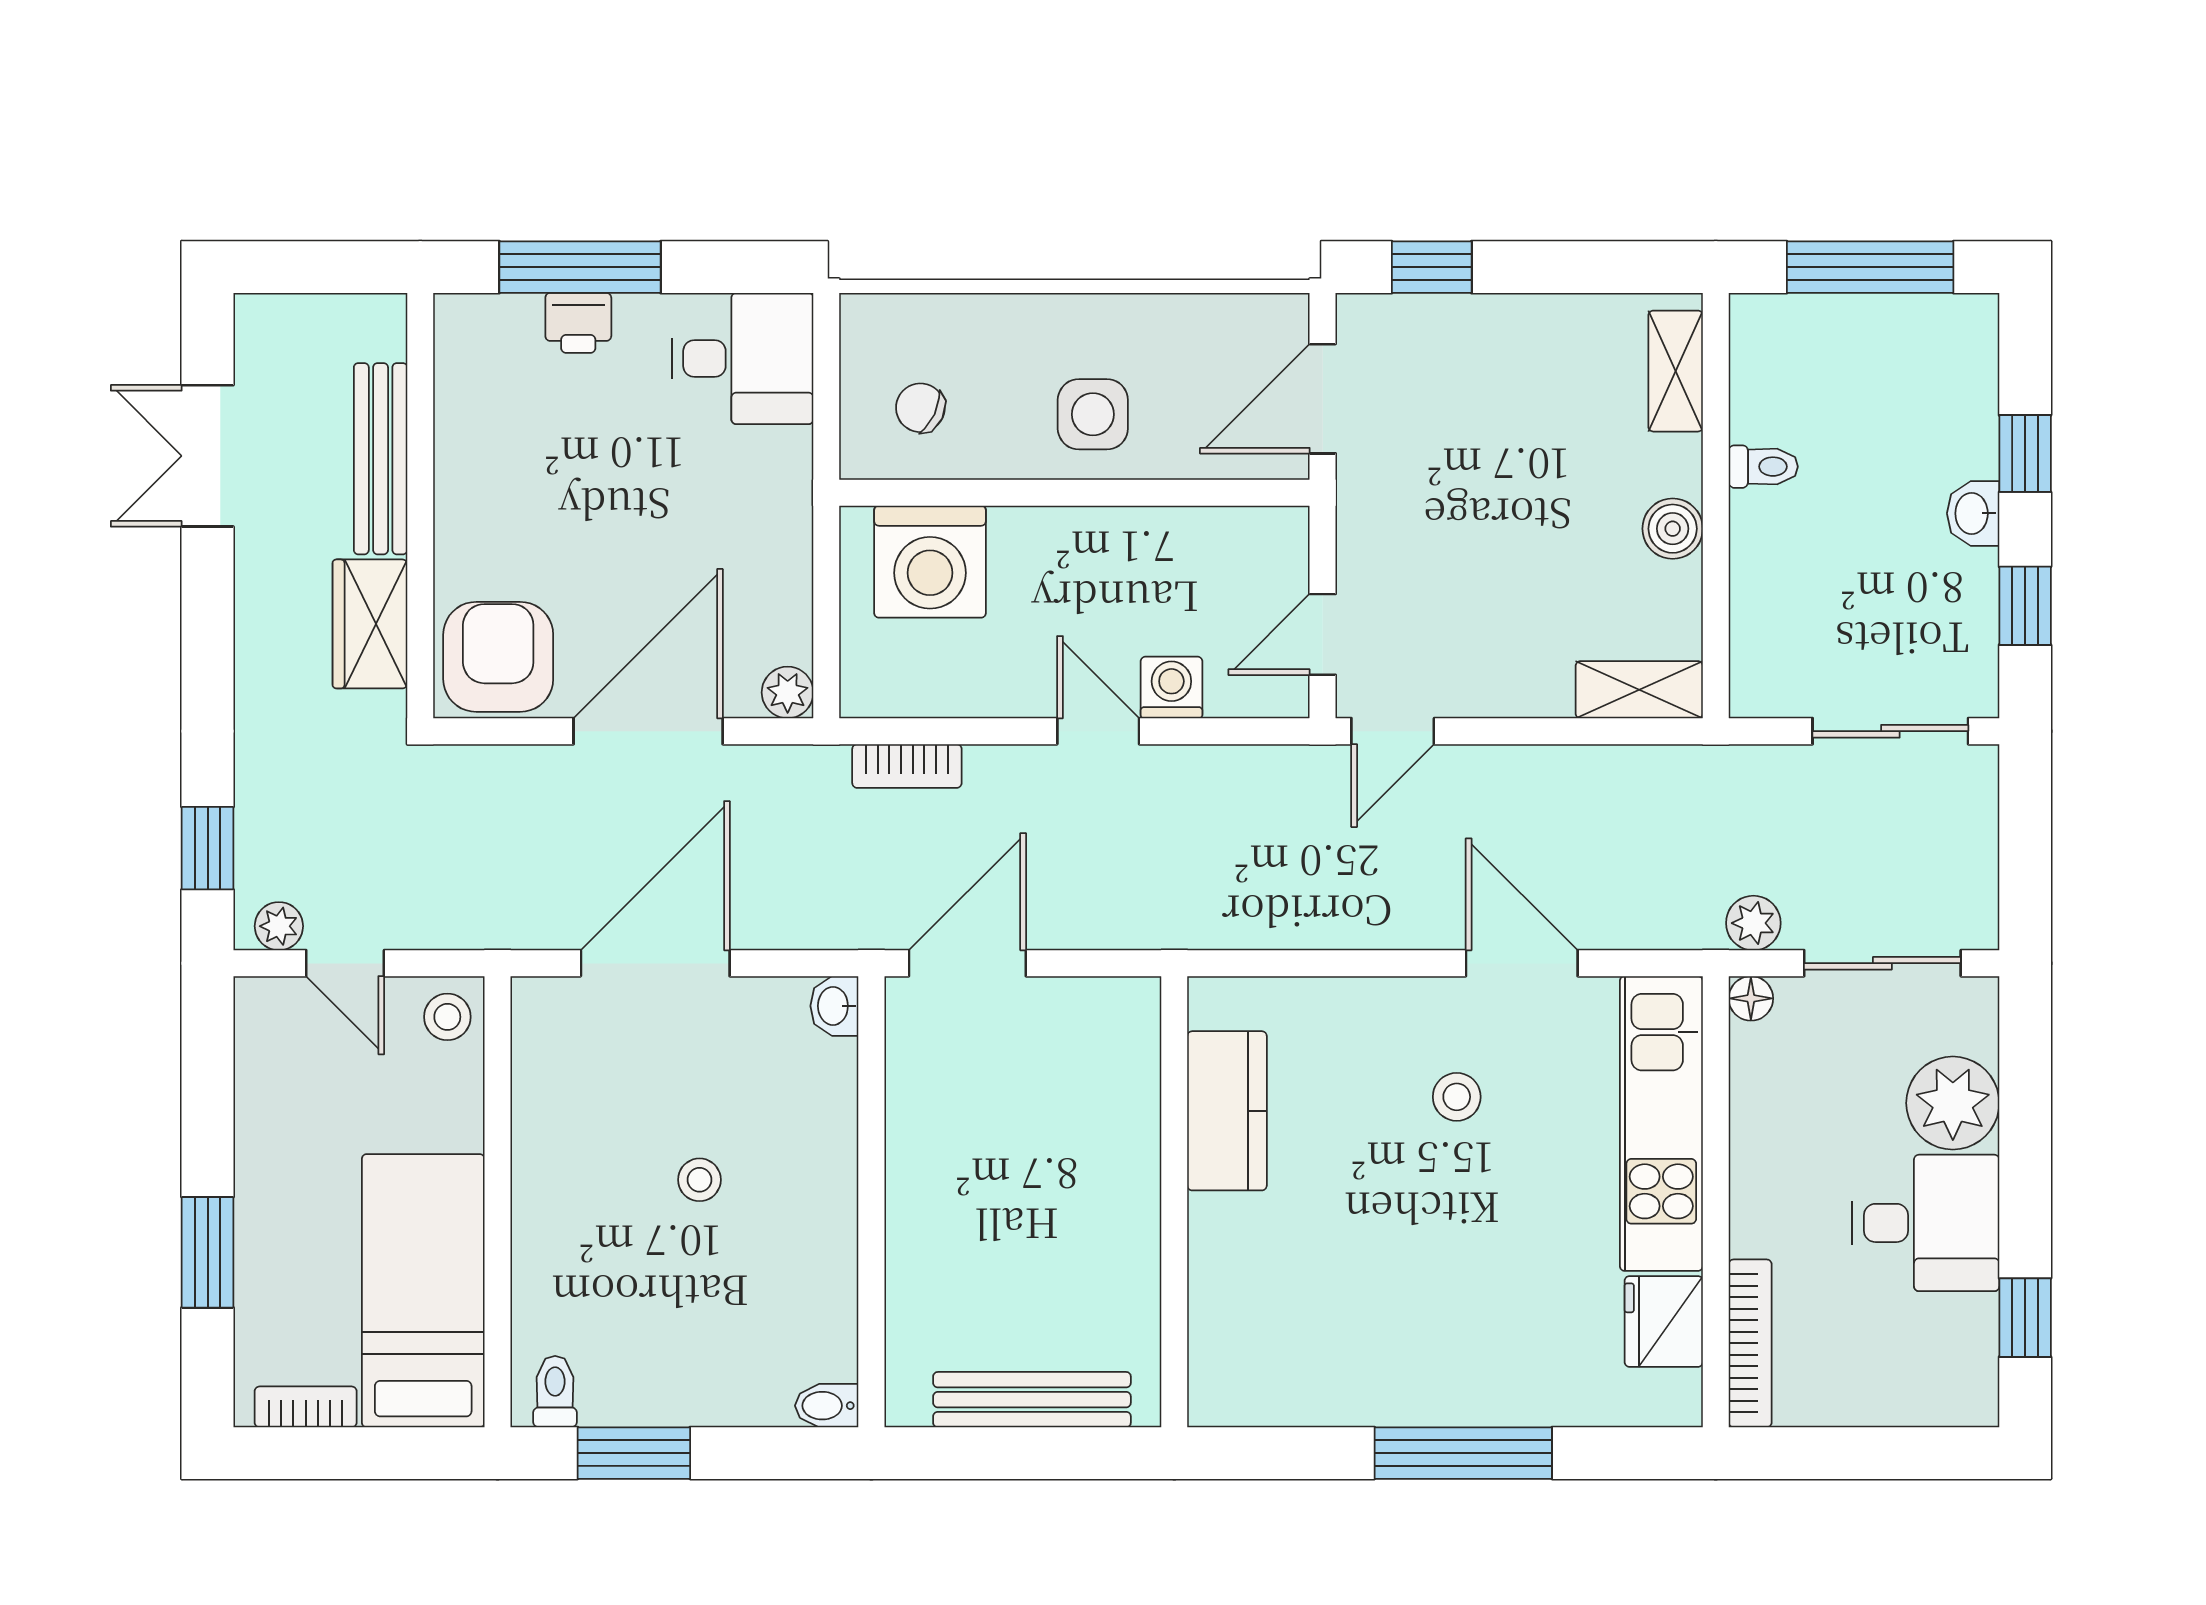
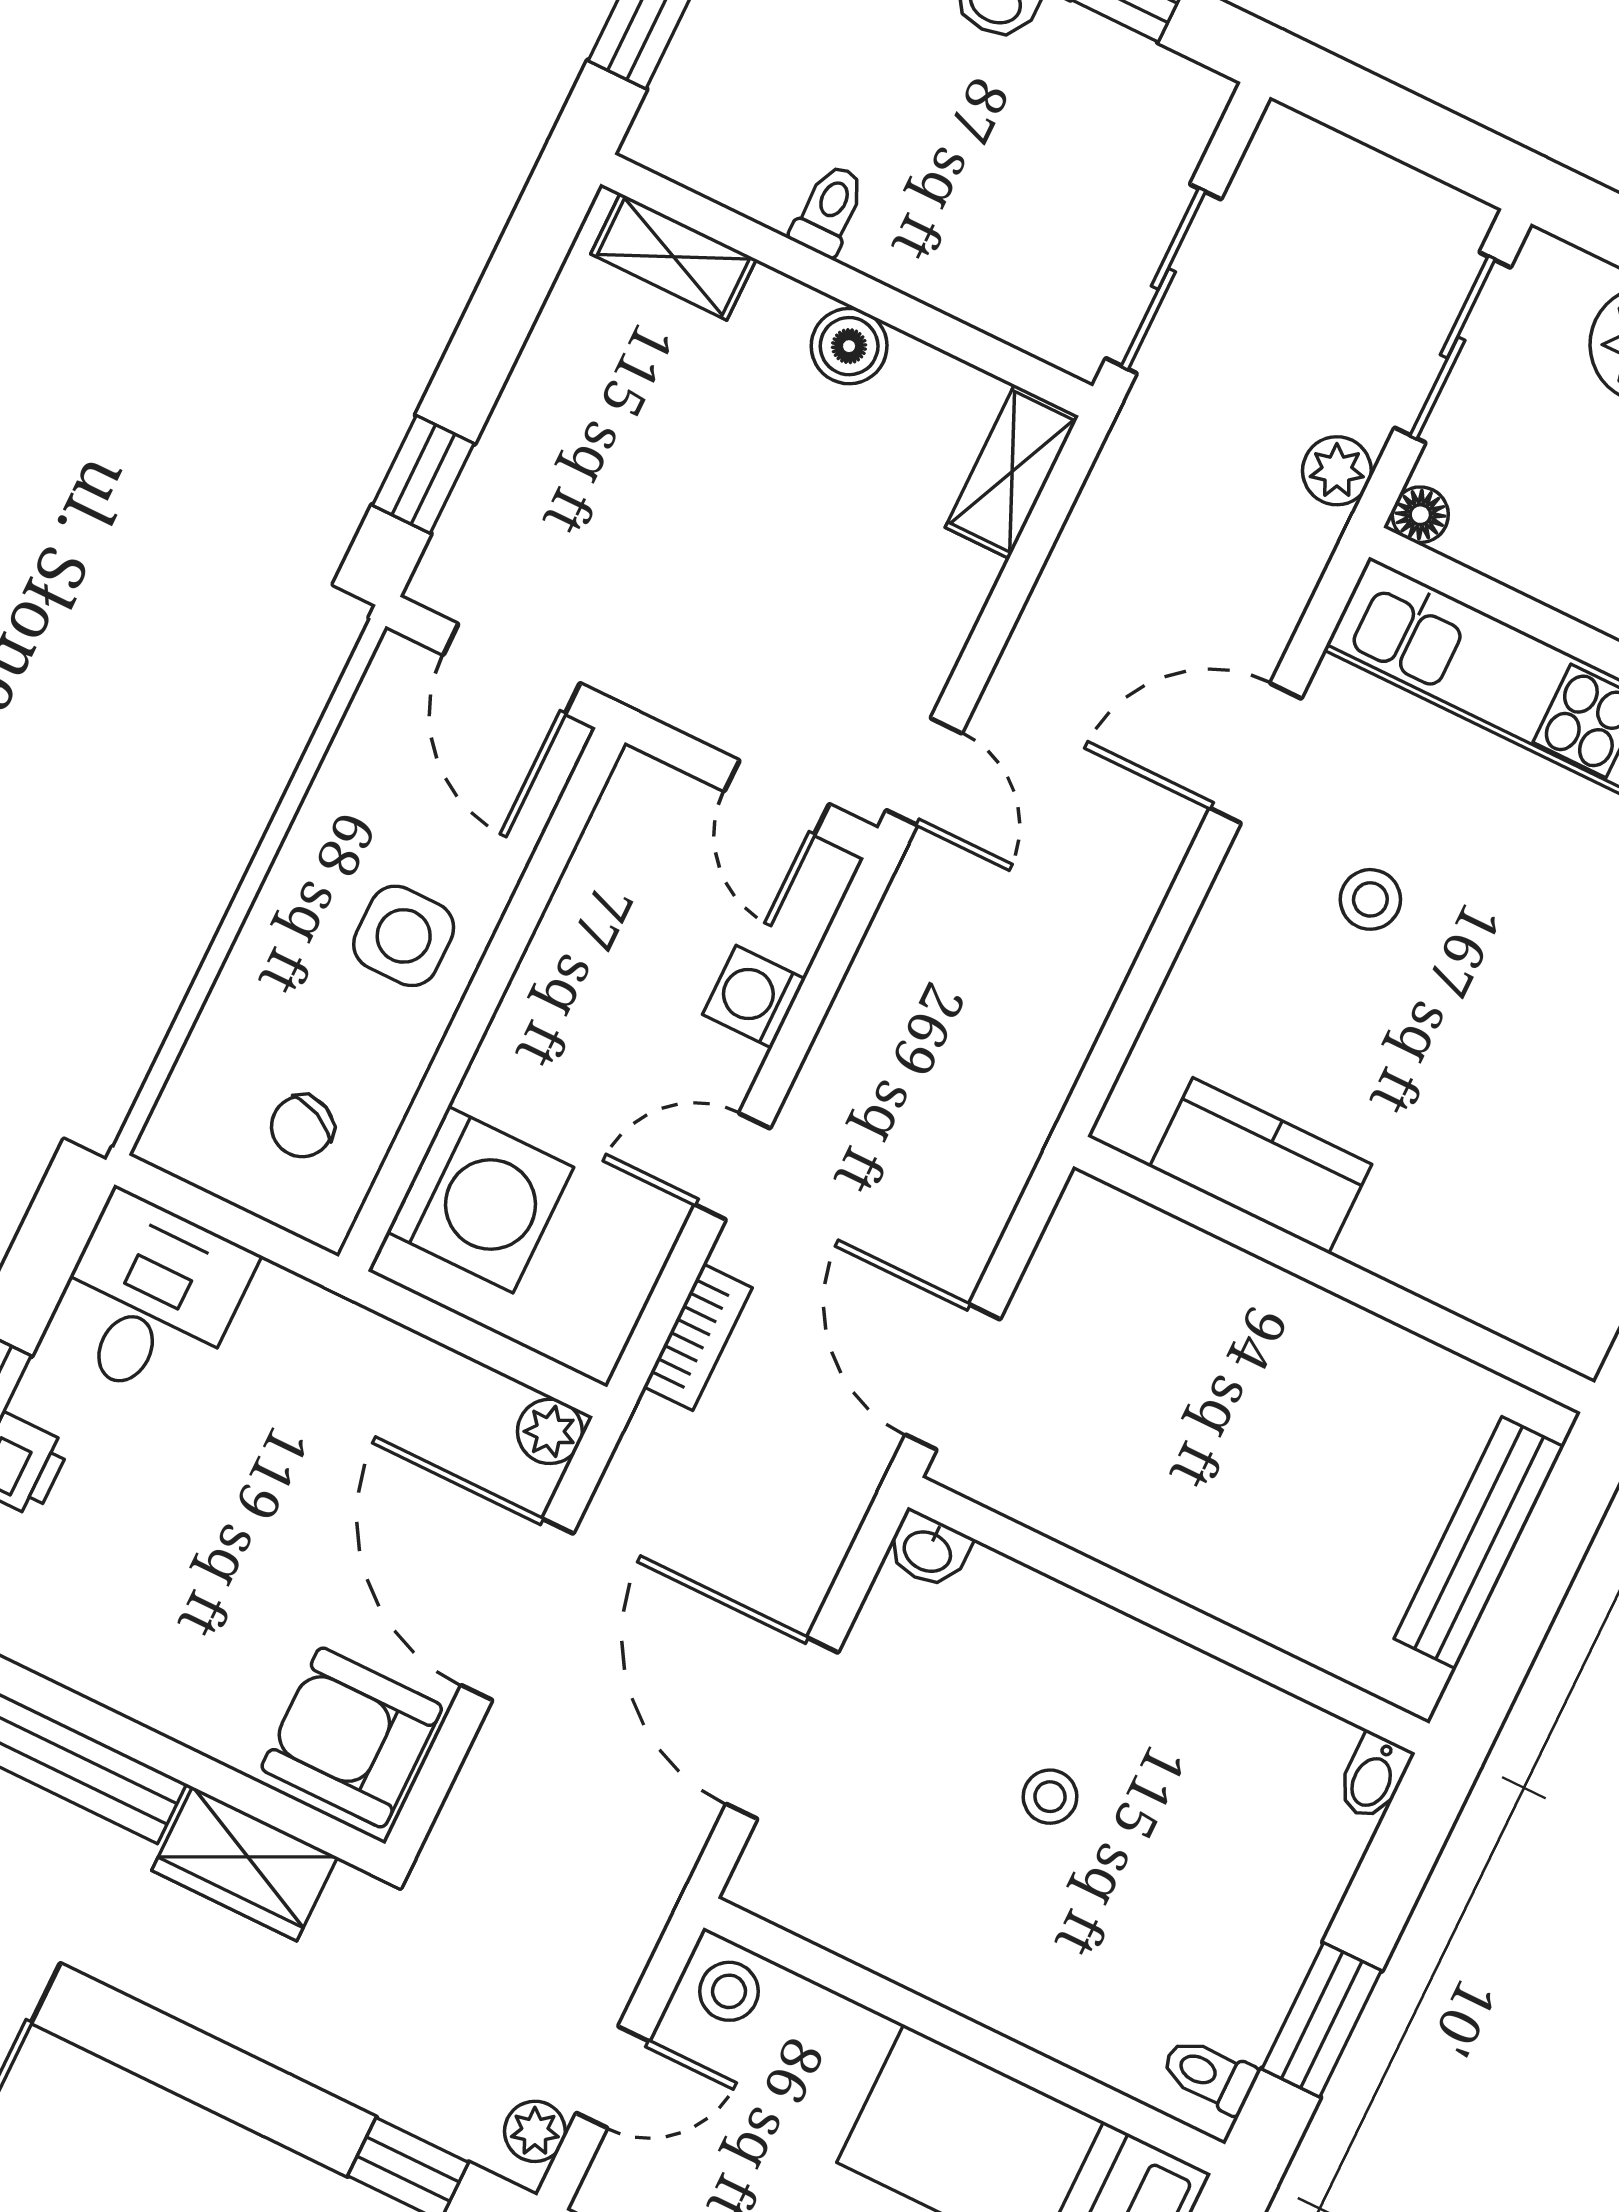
door: (1098, 731) -> (732, 1166), moved
sliding door: (1890, 731) -> (1163, 279), moved

